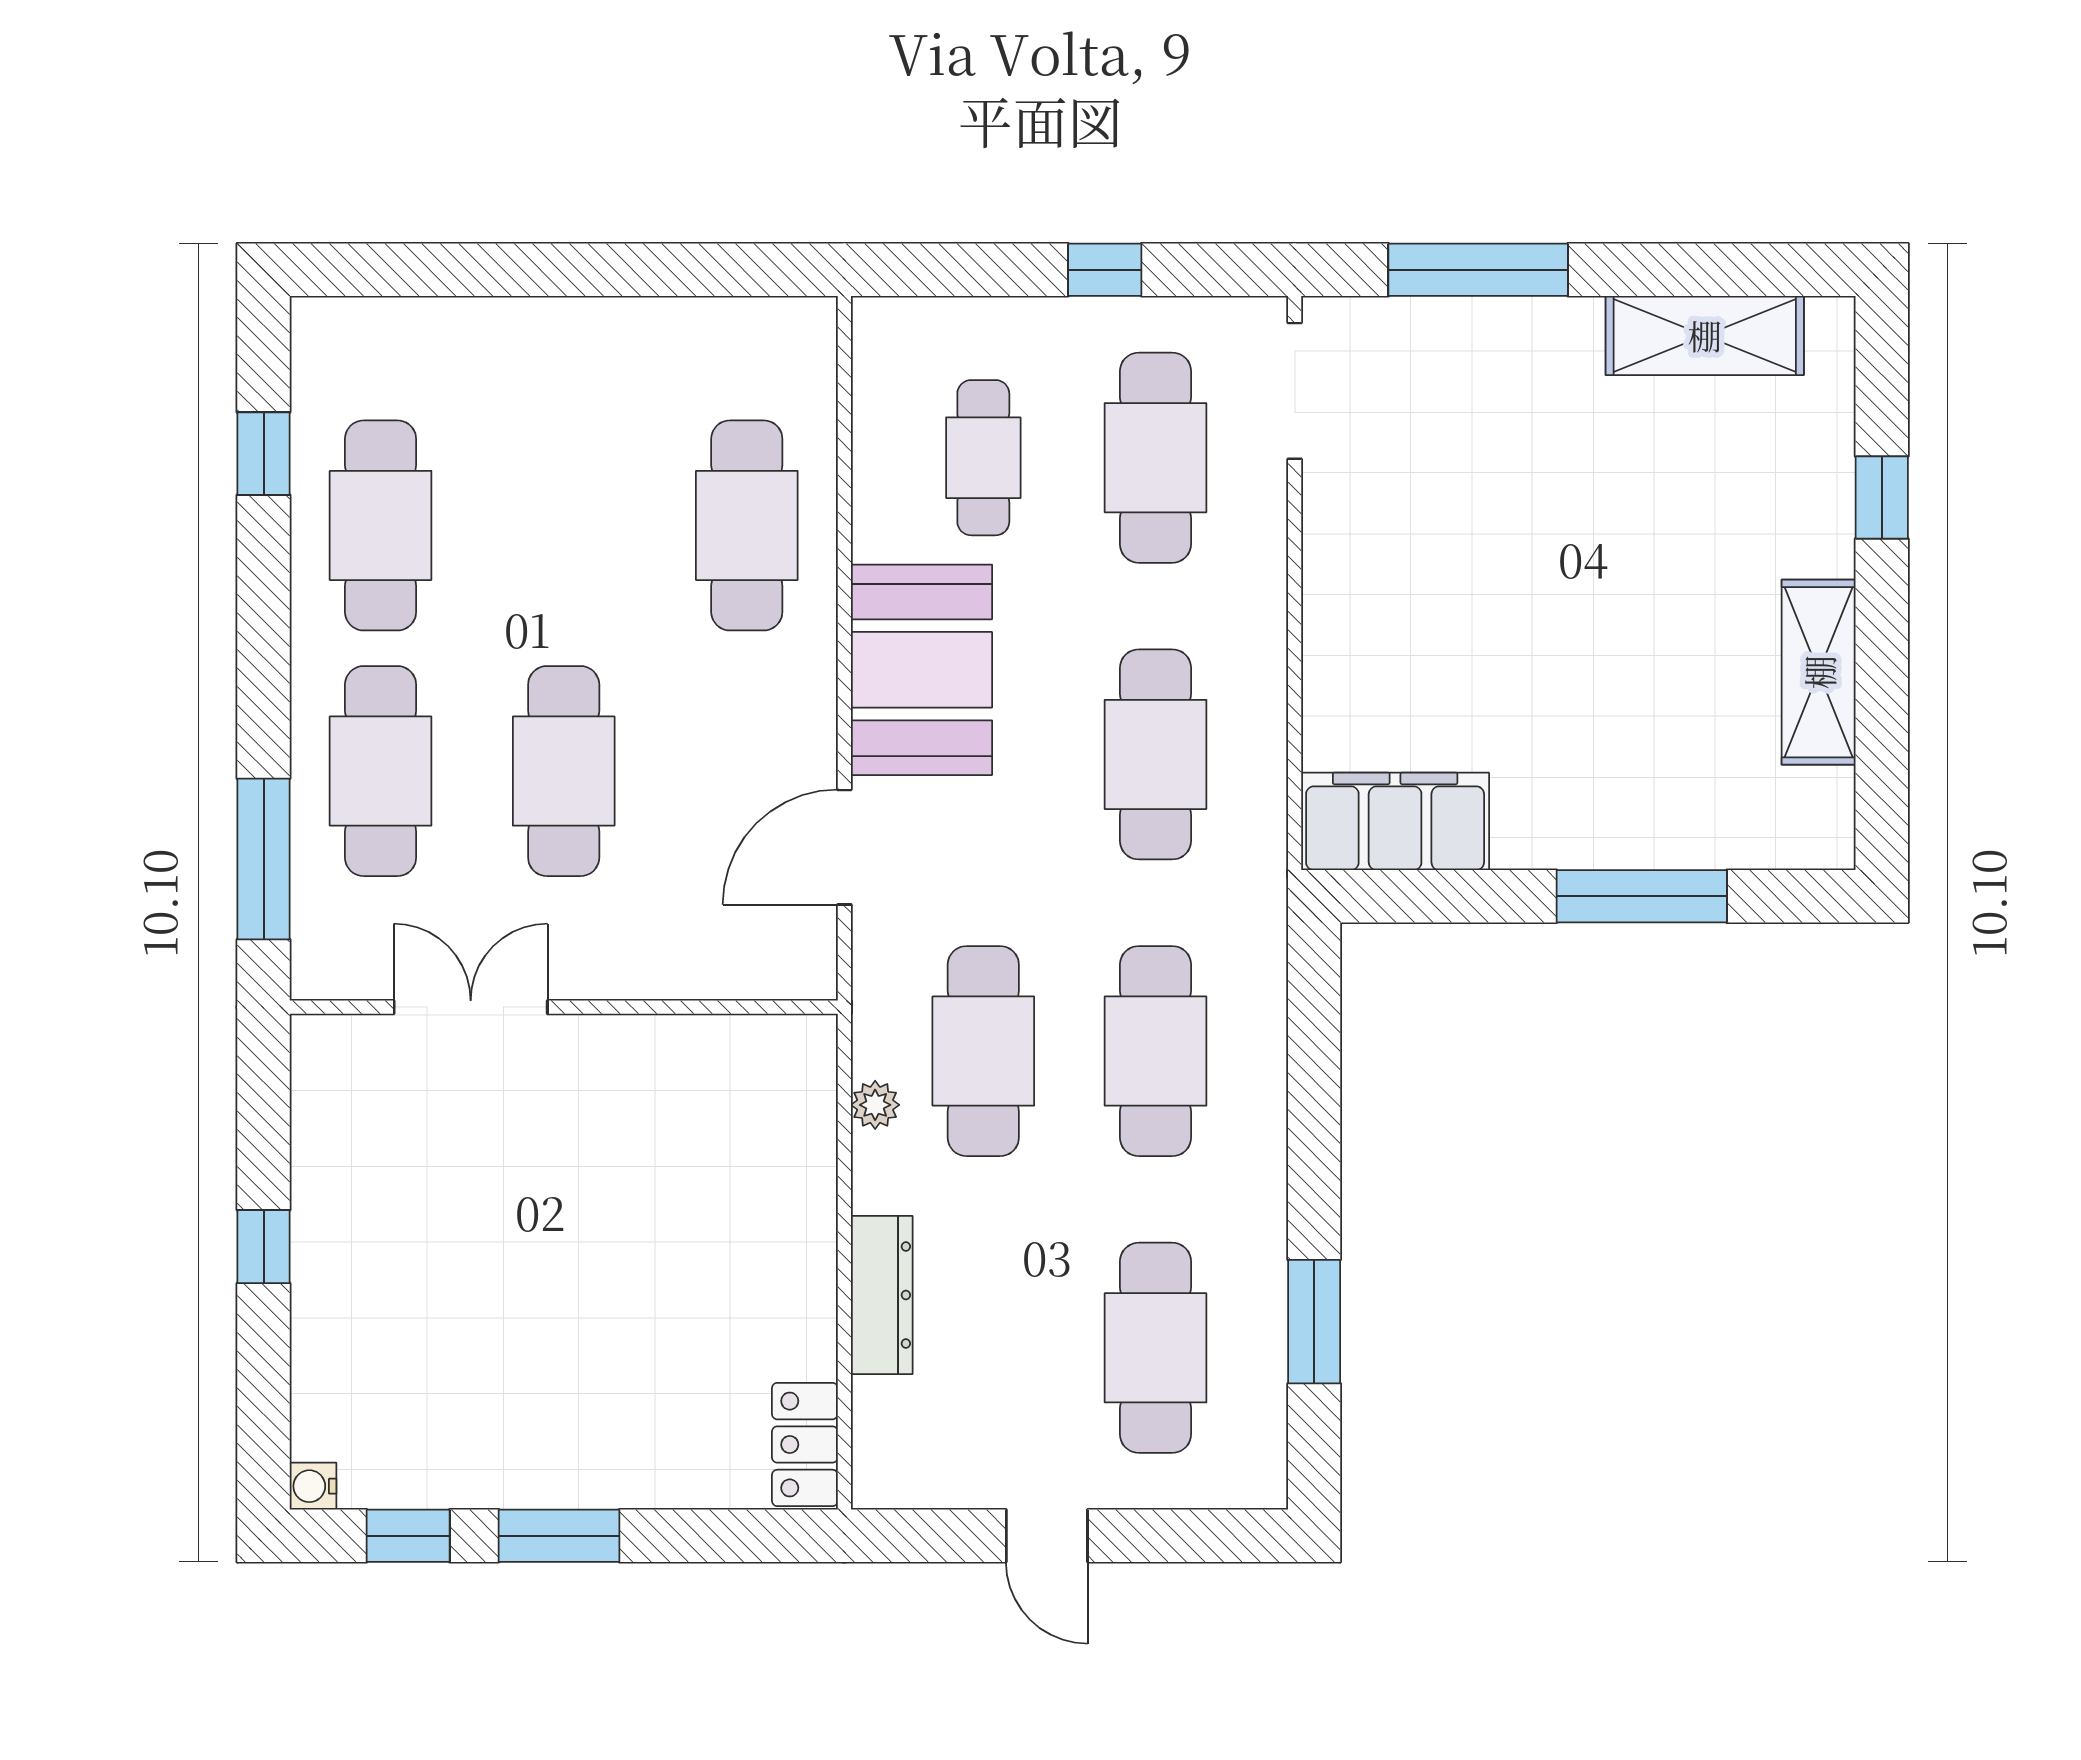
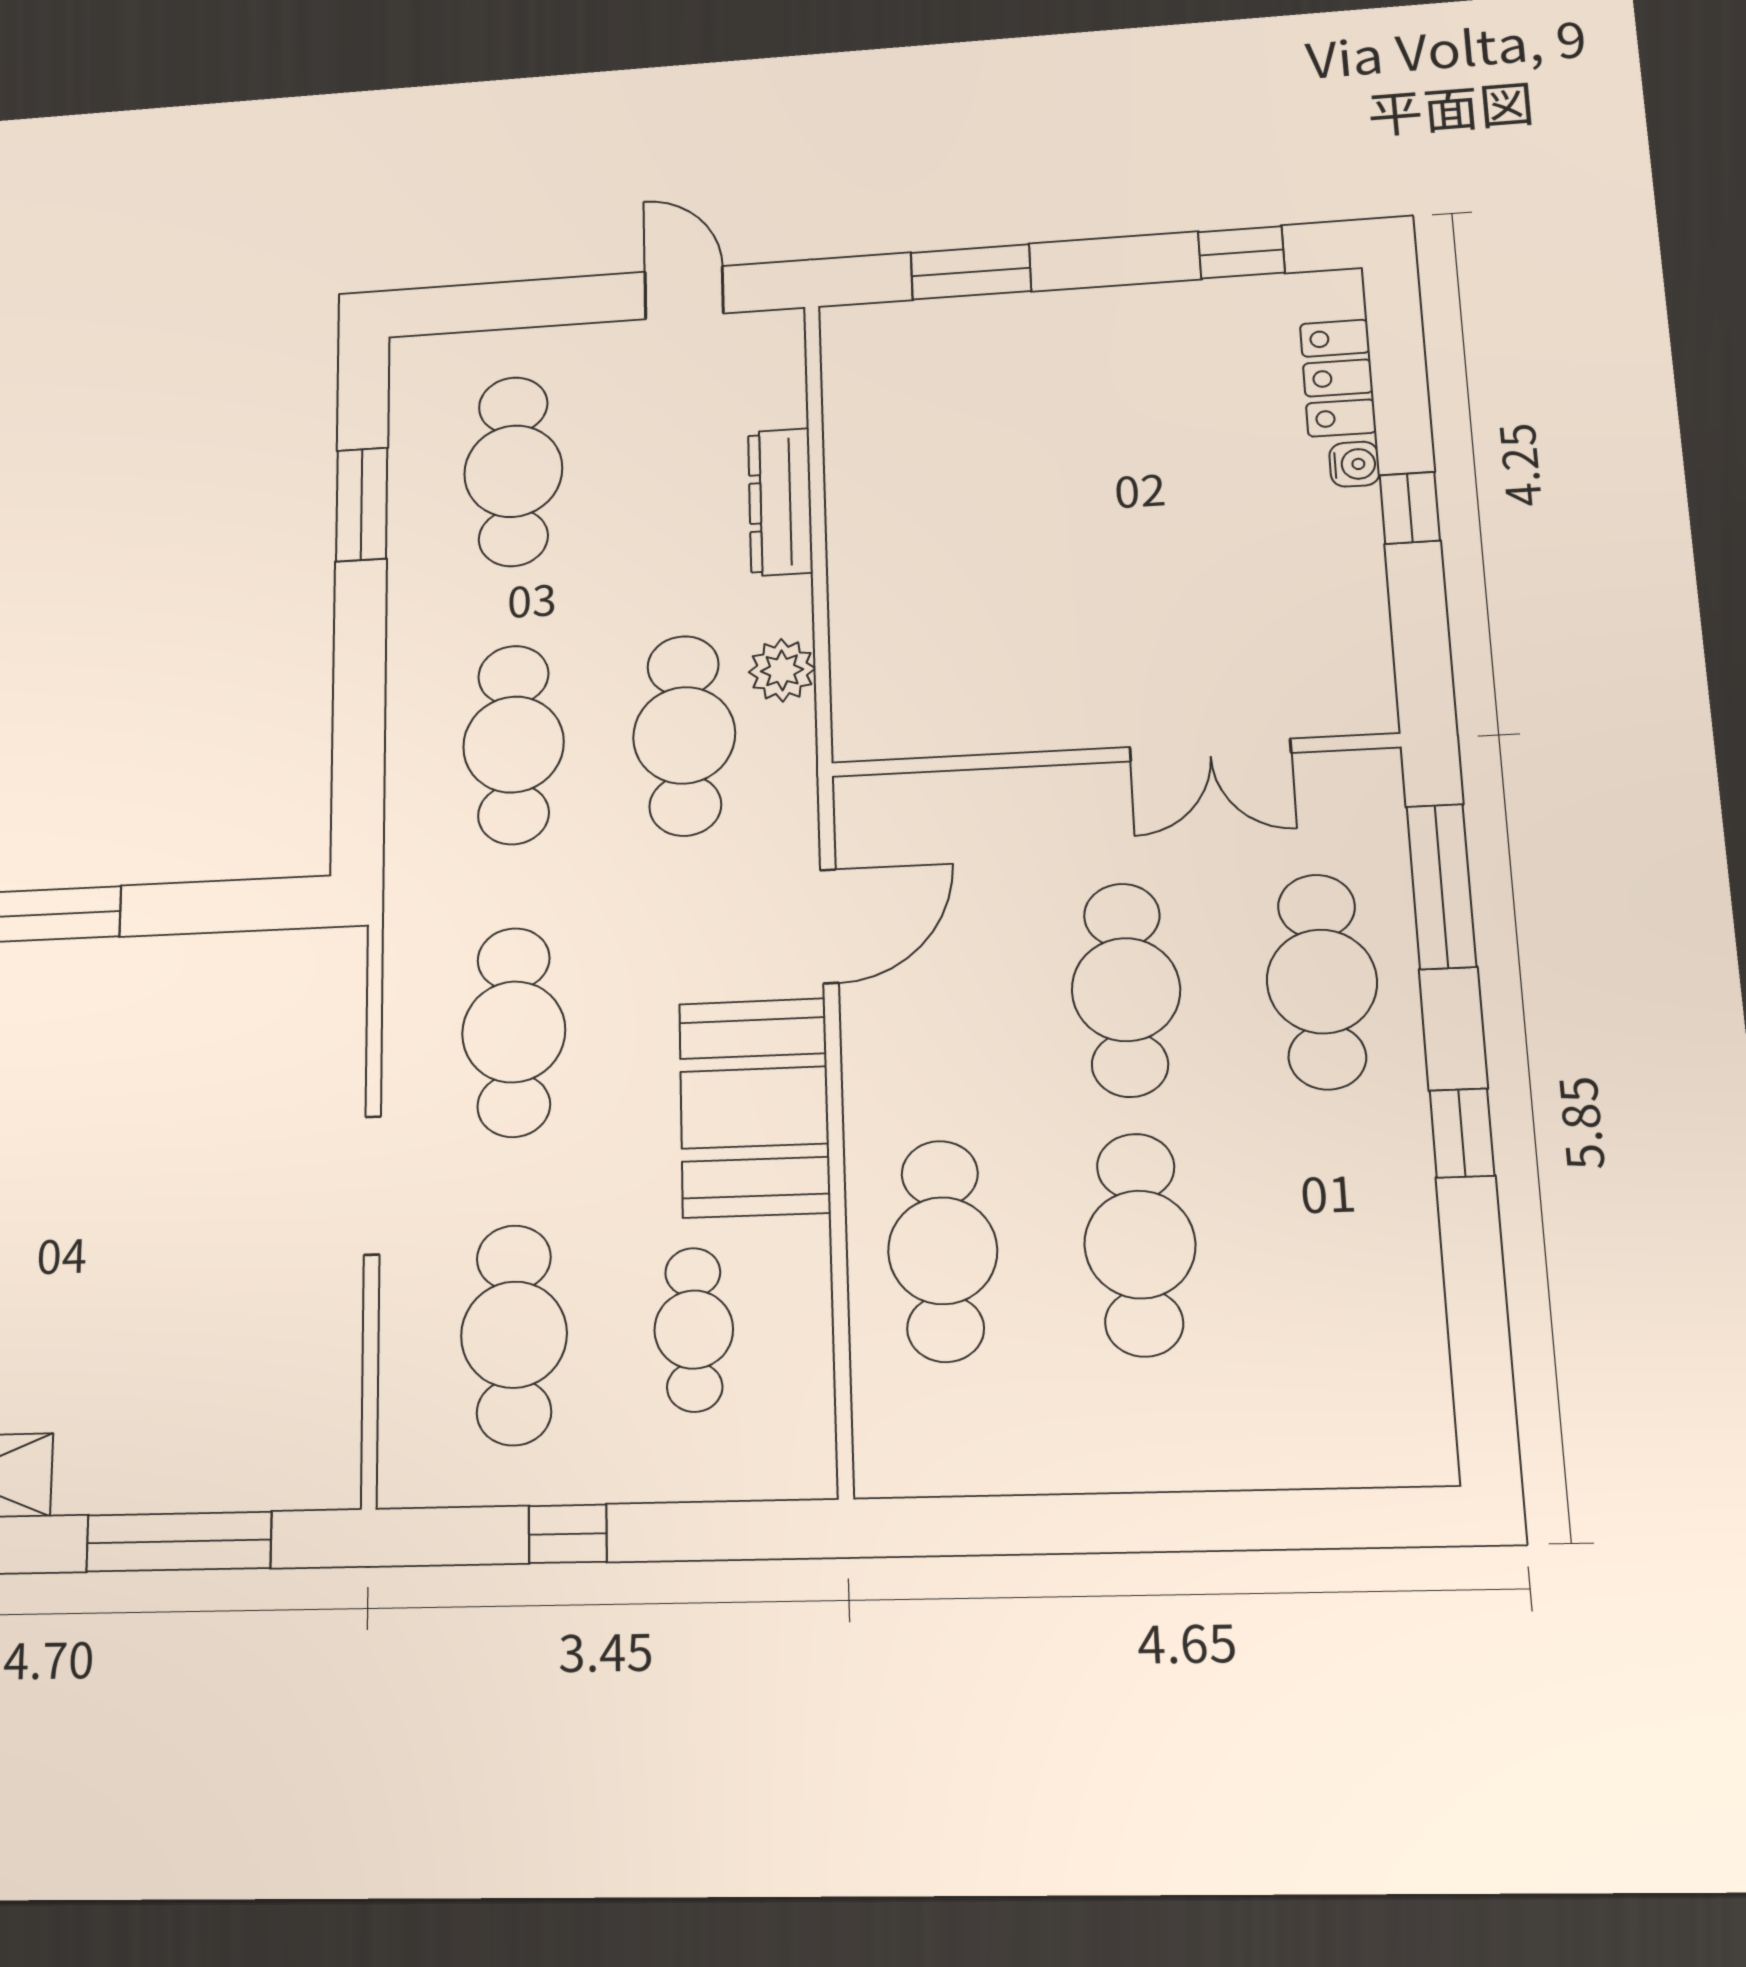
doorway: (1295, 391) -> (372, 1185), moved
window: (264, 454) -> (1462, 1133), moved
cafe table: (381, 525) -> (1140, 1244), moved
filing cabinet: (1395, 821) -> (276, 976), removed
plant: (875, 1105) -> (782, 670), width x1.38, depth x1.38
locker: (805, 1445) -> (1338, 378), moved, turned 180
water cooler: (313, 1486) -> (1354, 464), moved
window: (559, 1536) -> (971, 272), moved
door: (1047, 1536) -> (684, 293), moved

